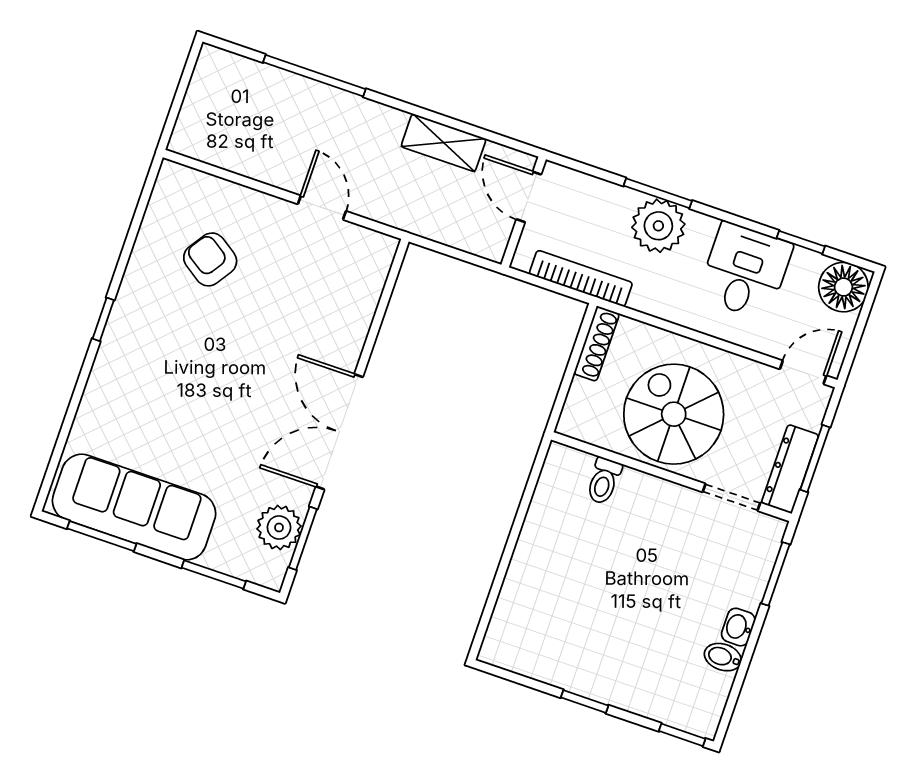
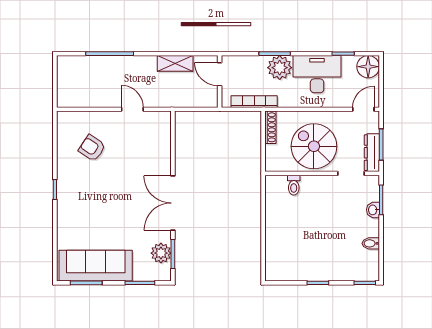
desk: (745, 271) -> (317, 74), width x1.37
washbasin: (738, 627) -> (373, 210), moved

